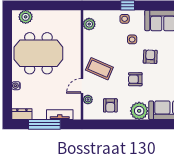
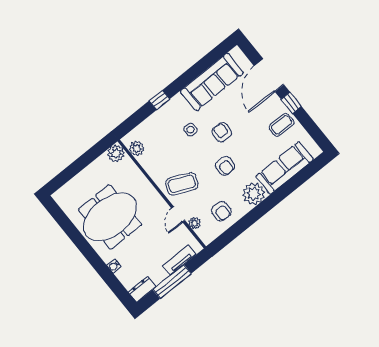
plant: (26, 17) -> (116, 153), moved
side table: (125, 19) -> (167, 115), removed
armchair: (135, 79) -> (225, 166), turned -90

